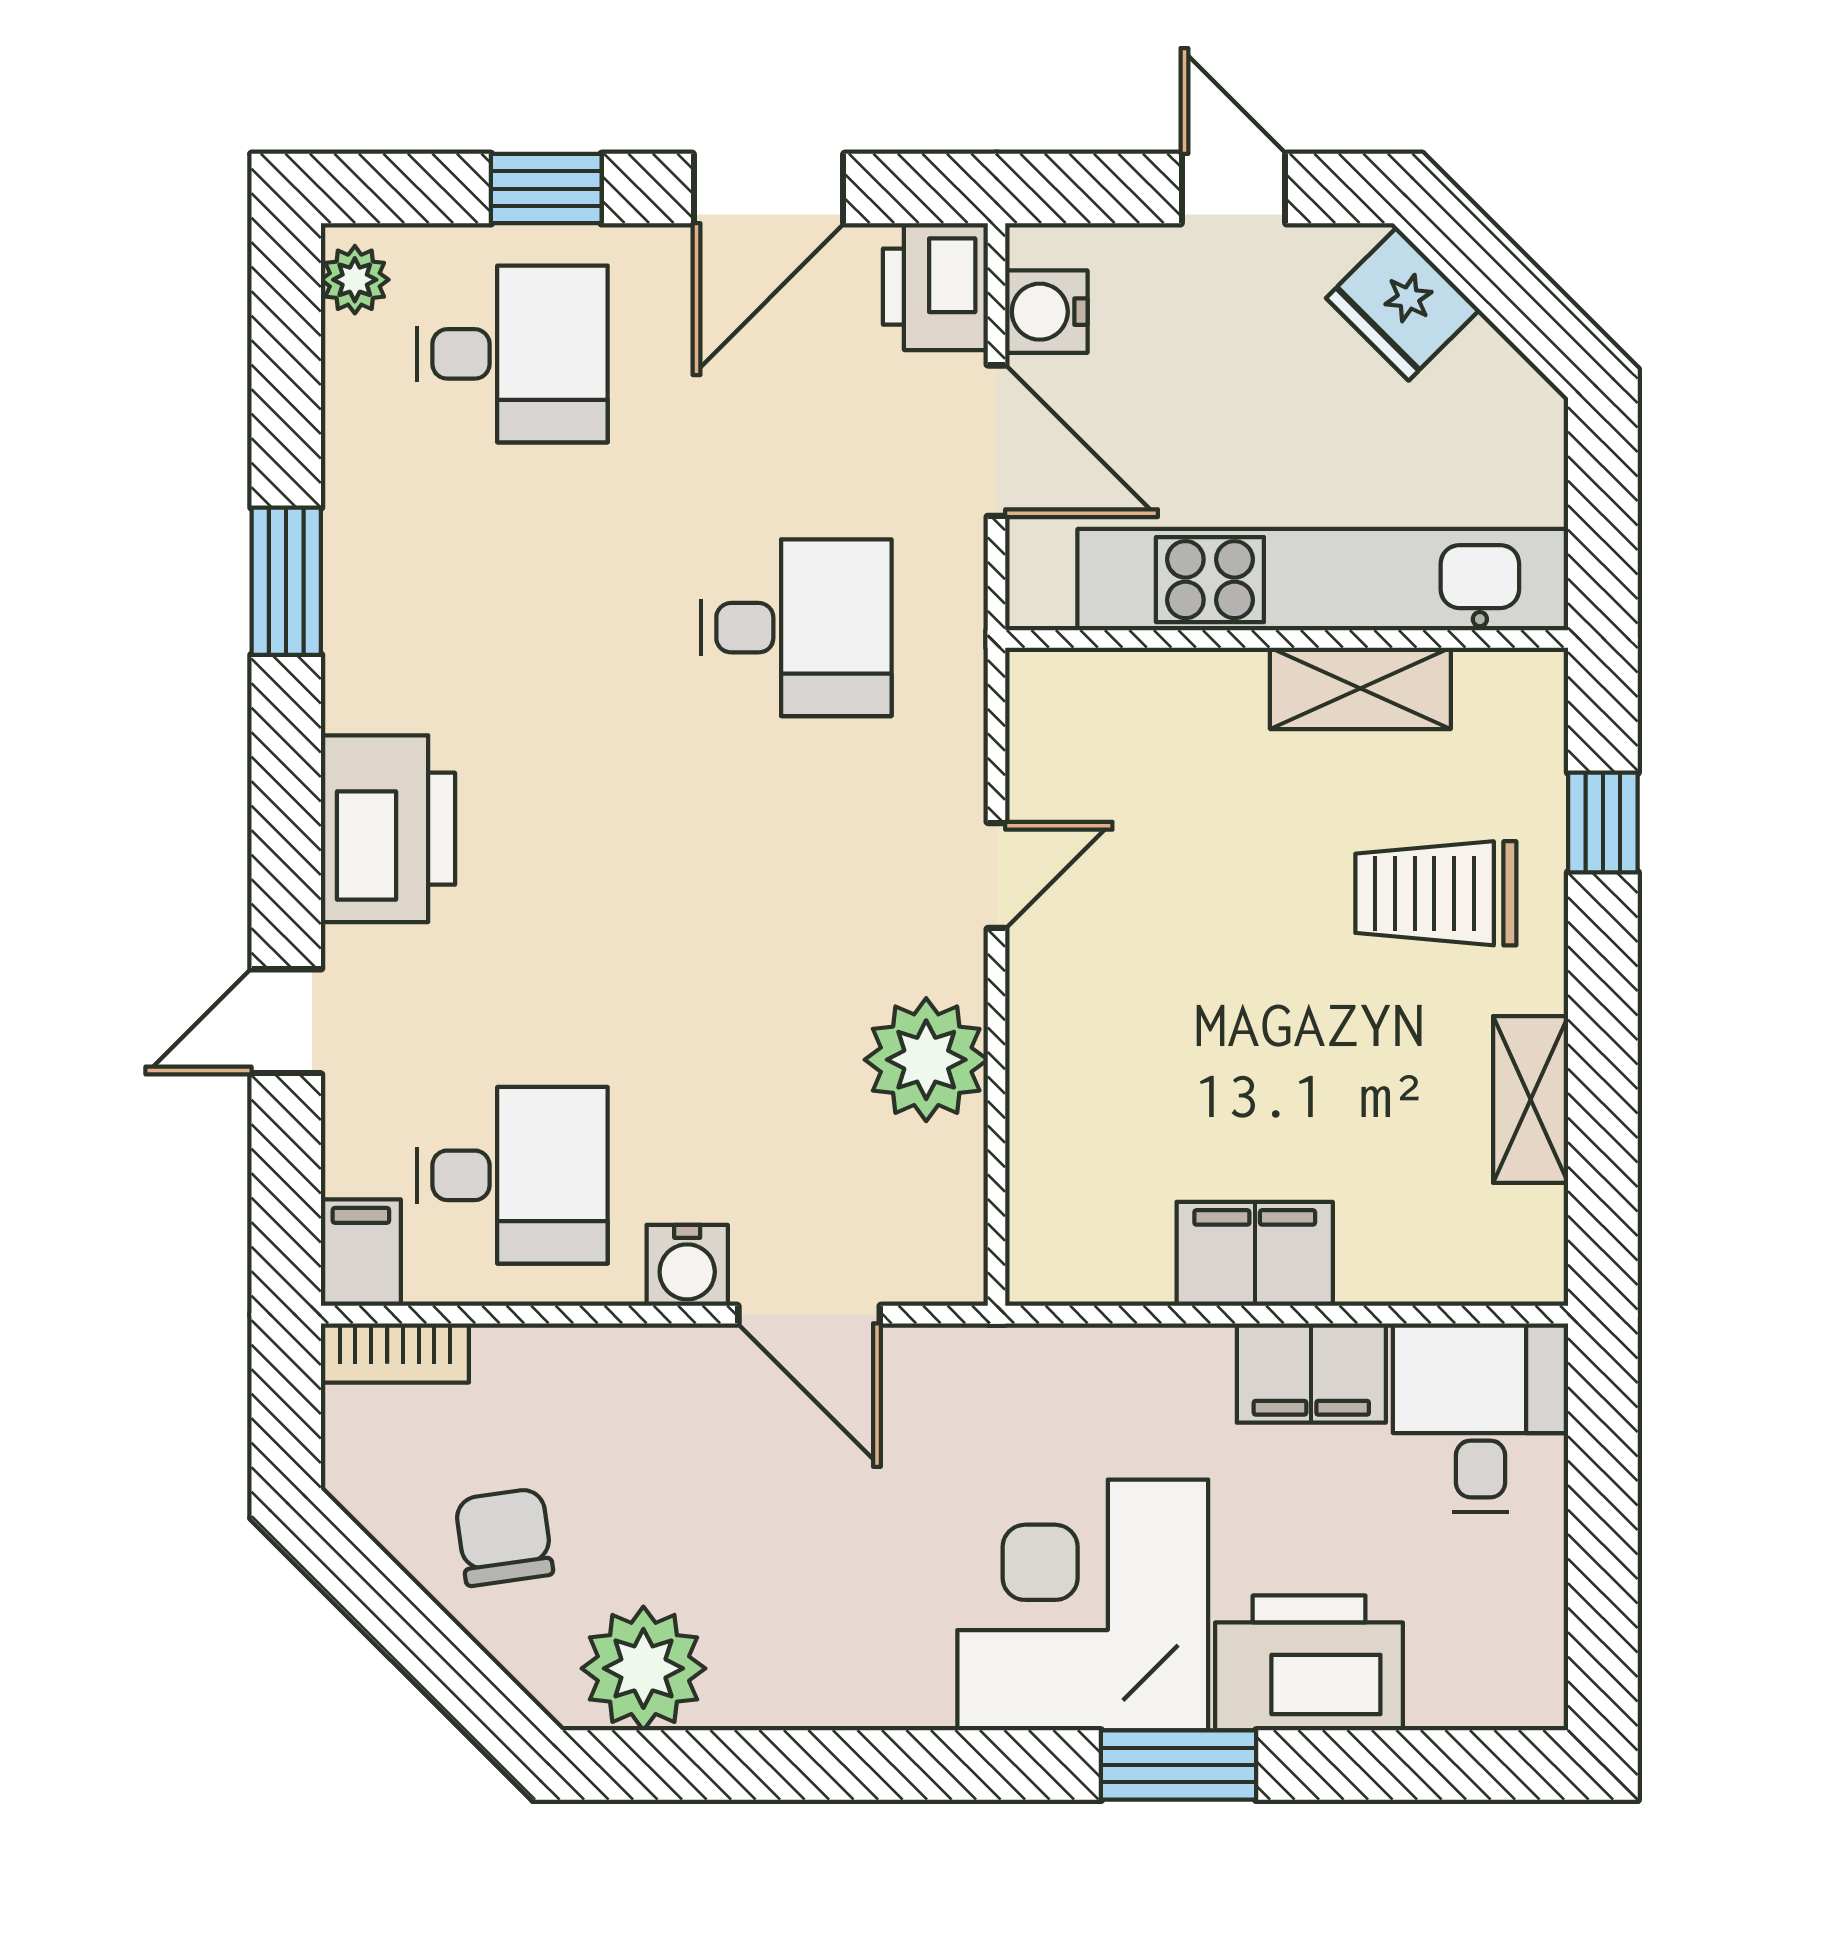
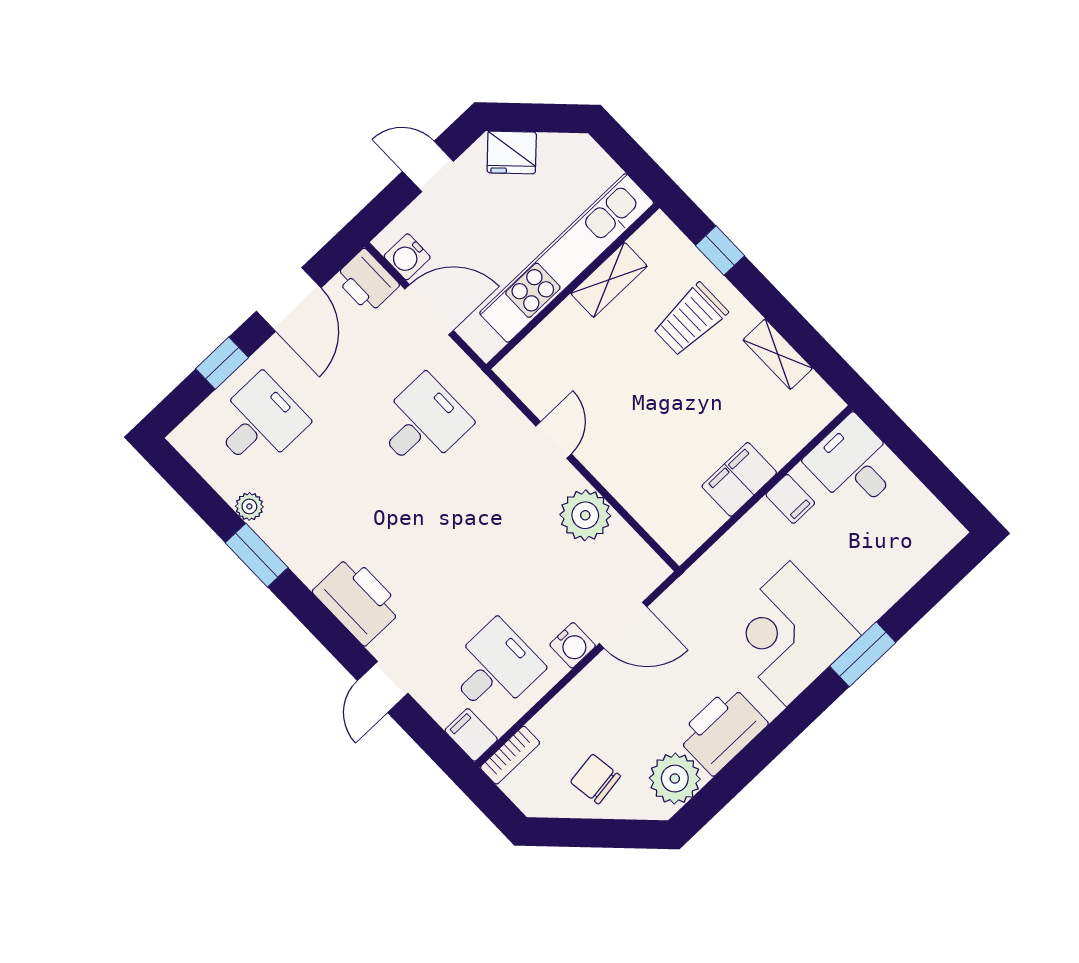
plant: (355, 280) -> (249, 506), moved
filing cabinet: (1311, 1373) -> (790, 499), width x0.50
printer: (1309, 1663) -> (722, 730), moved

